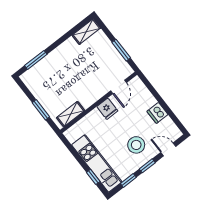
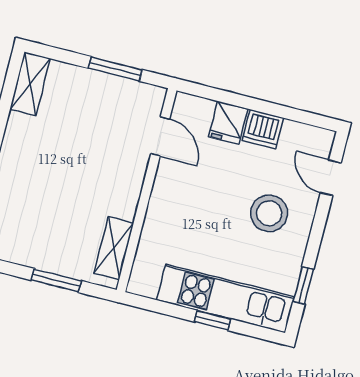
fridge: (107, 109) -> (228, 123), moved, turned 90
door: (168, 149) -> (331, 178), hinge flipped
window: (147, 166) -> (316, 235), removed
window: (93, 177) -> (213, 320), moved

